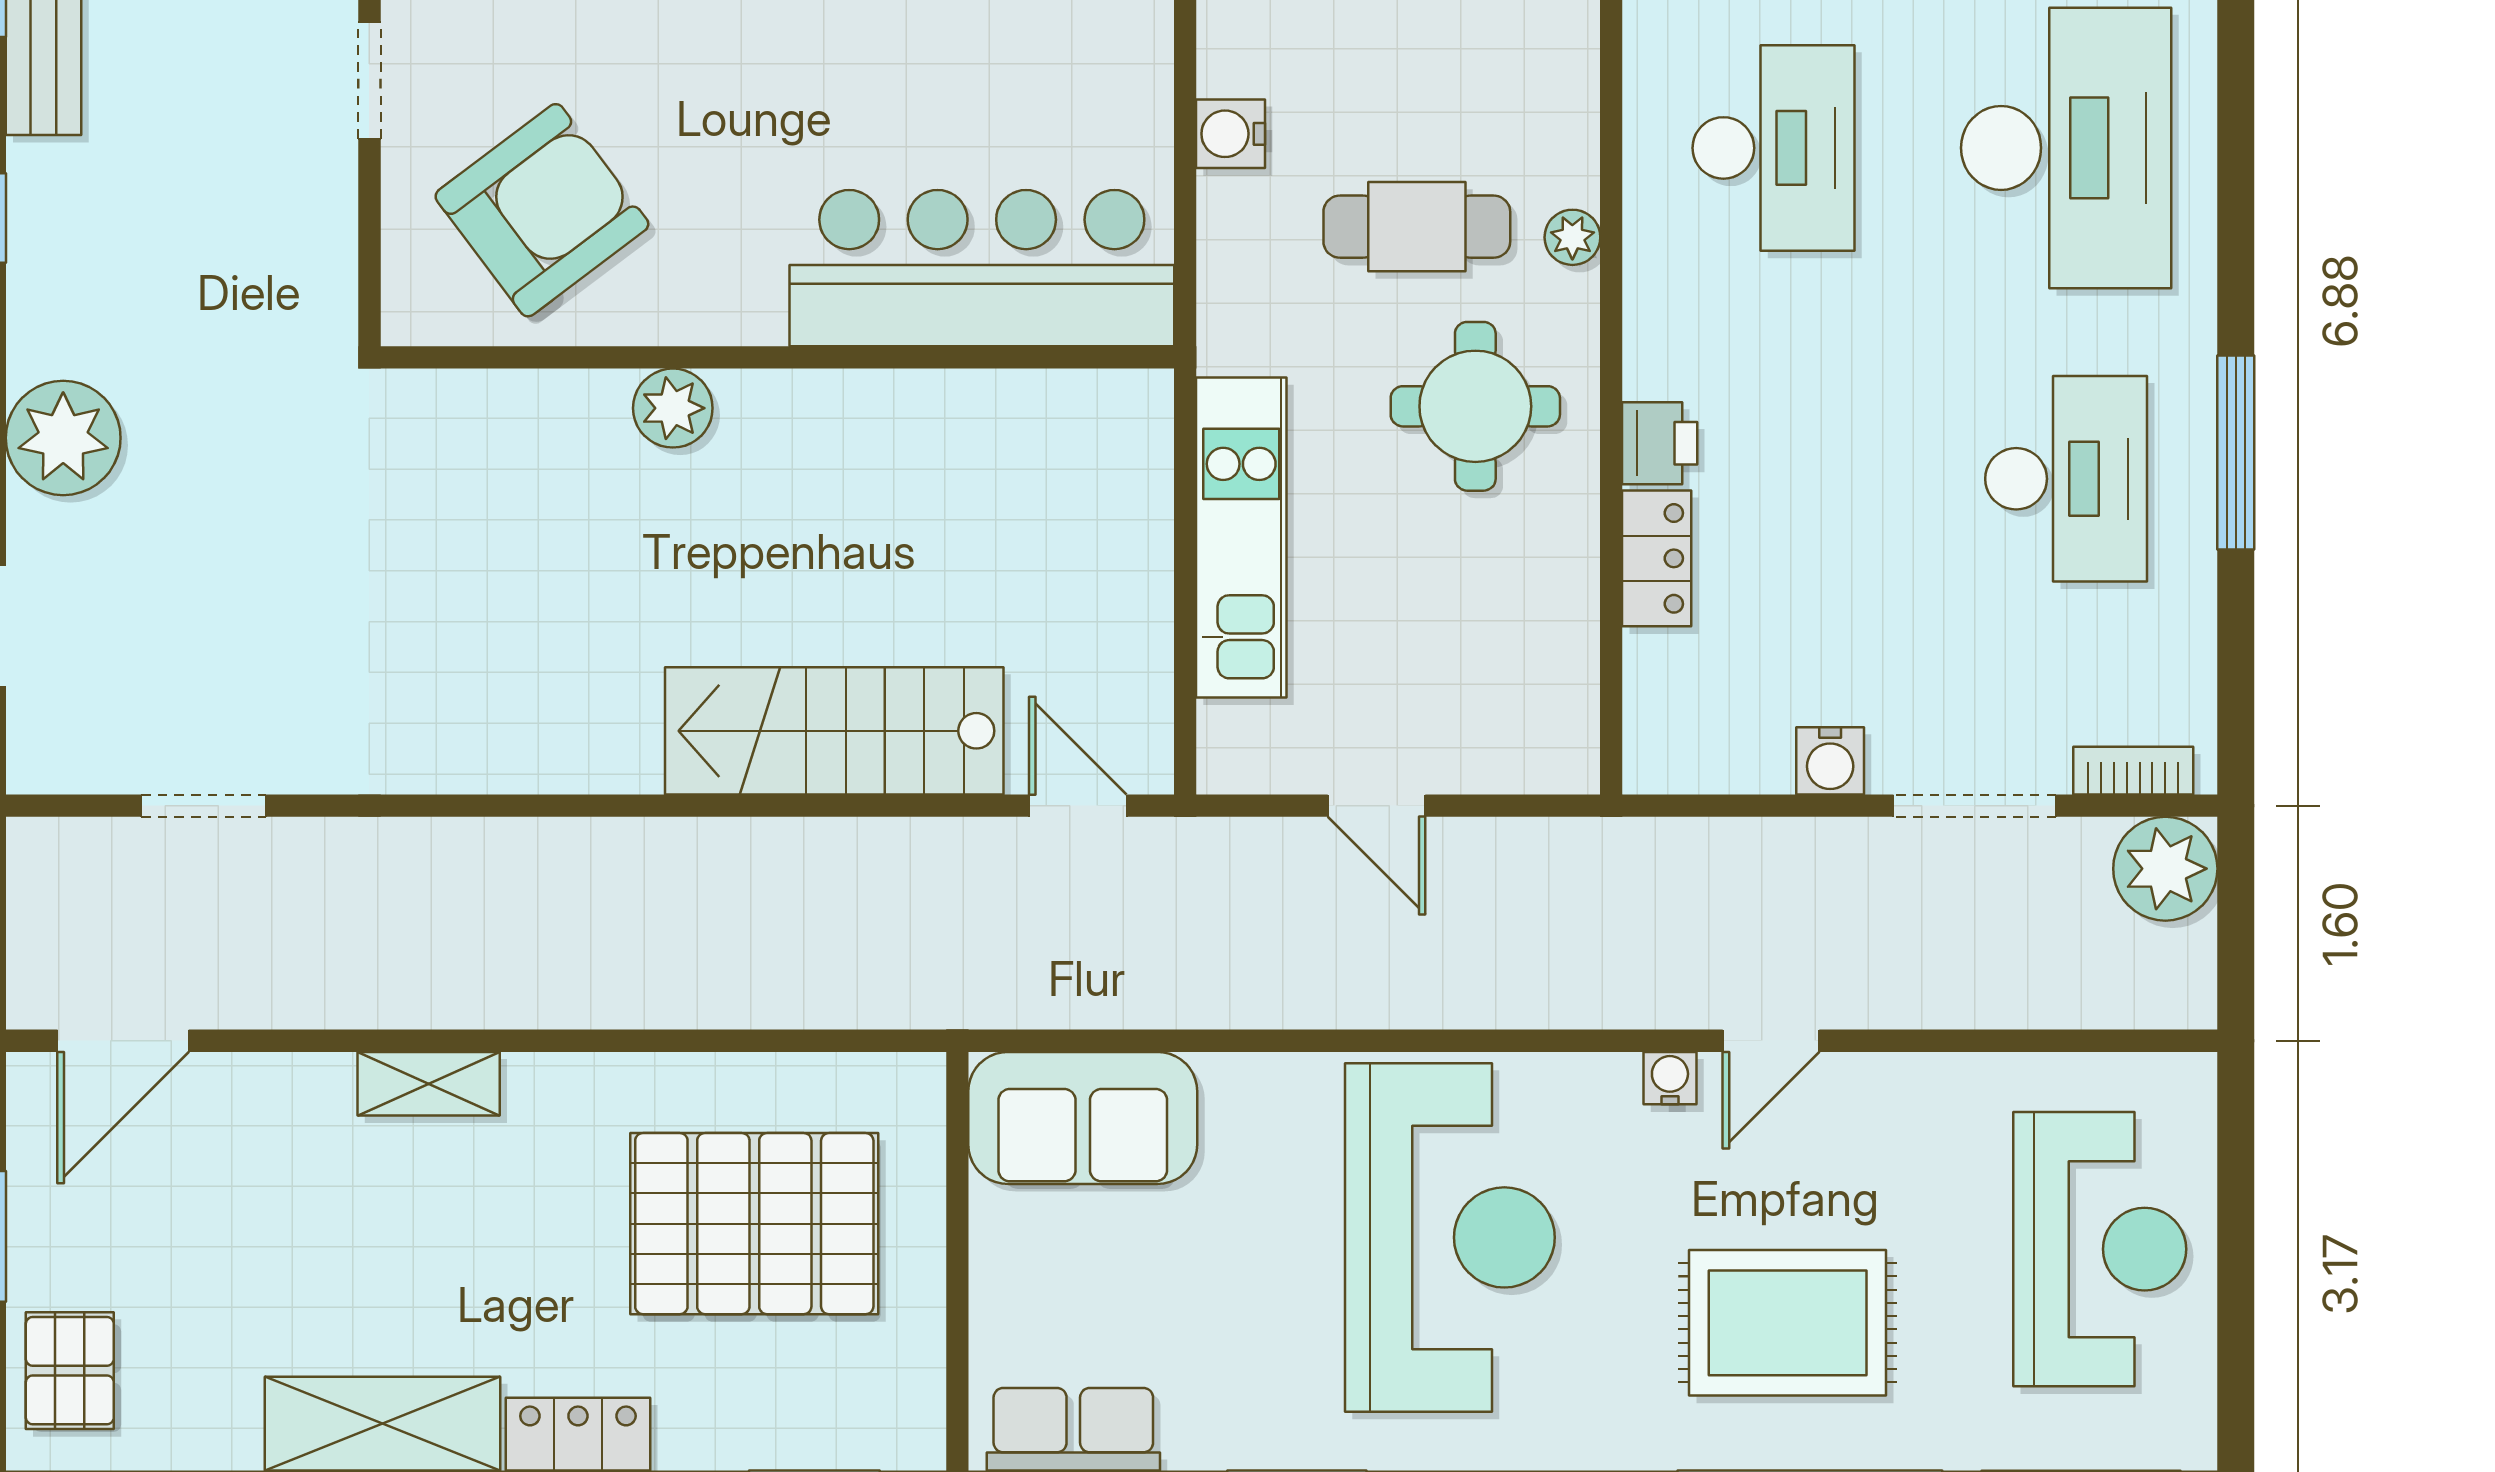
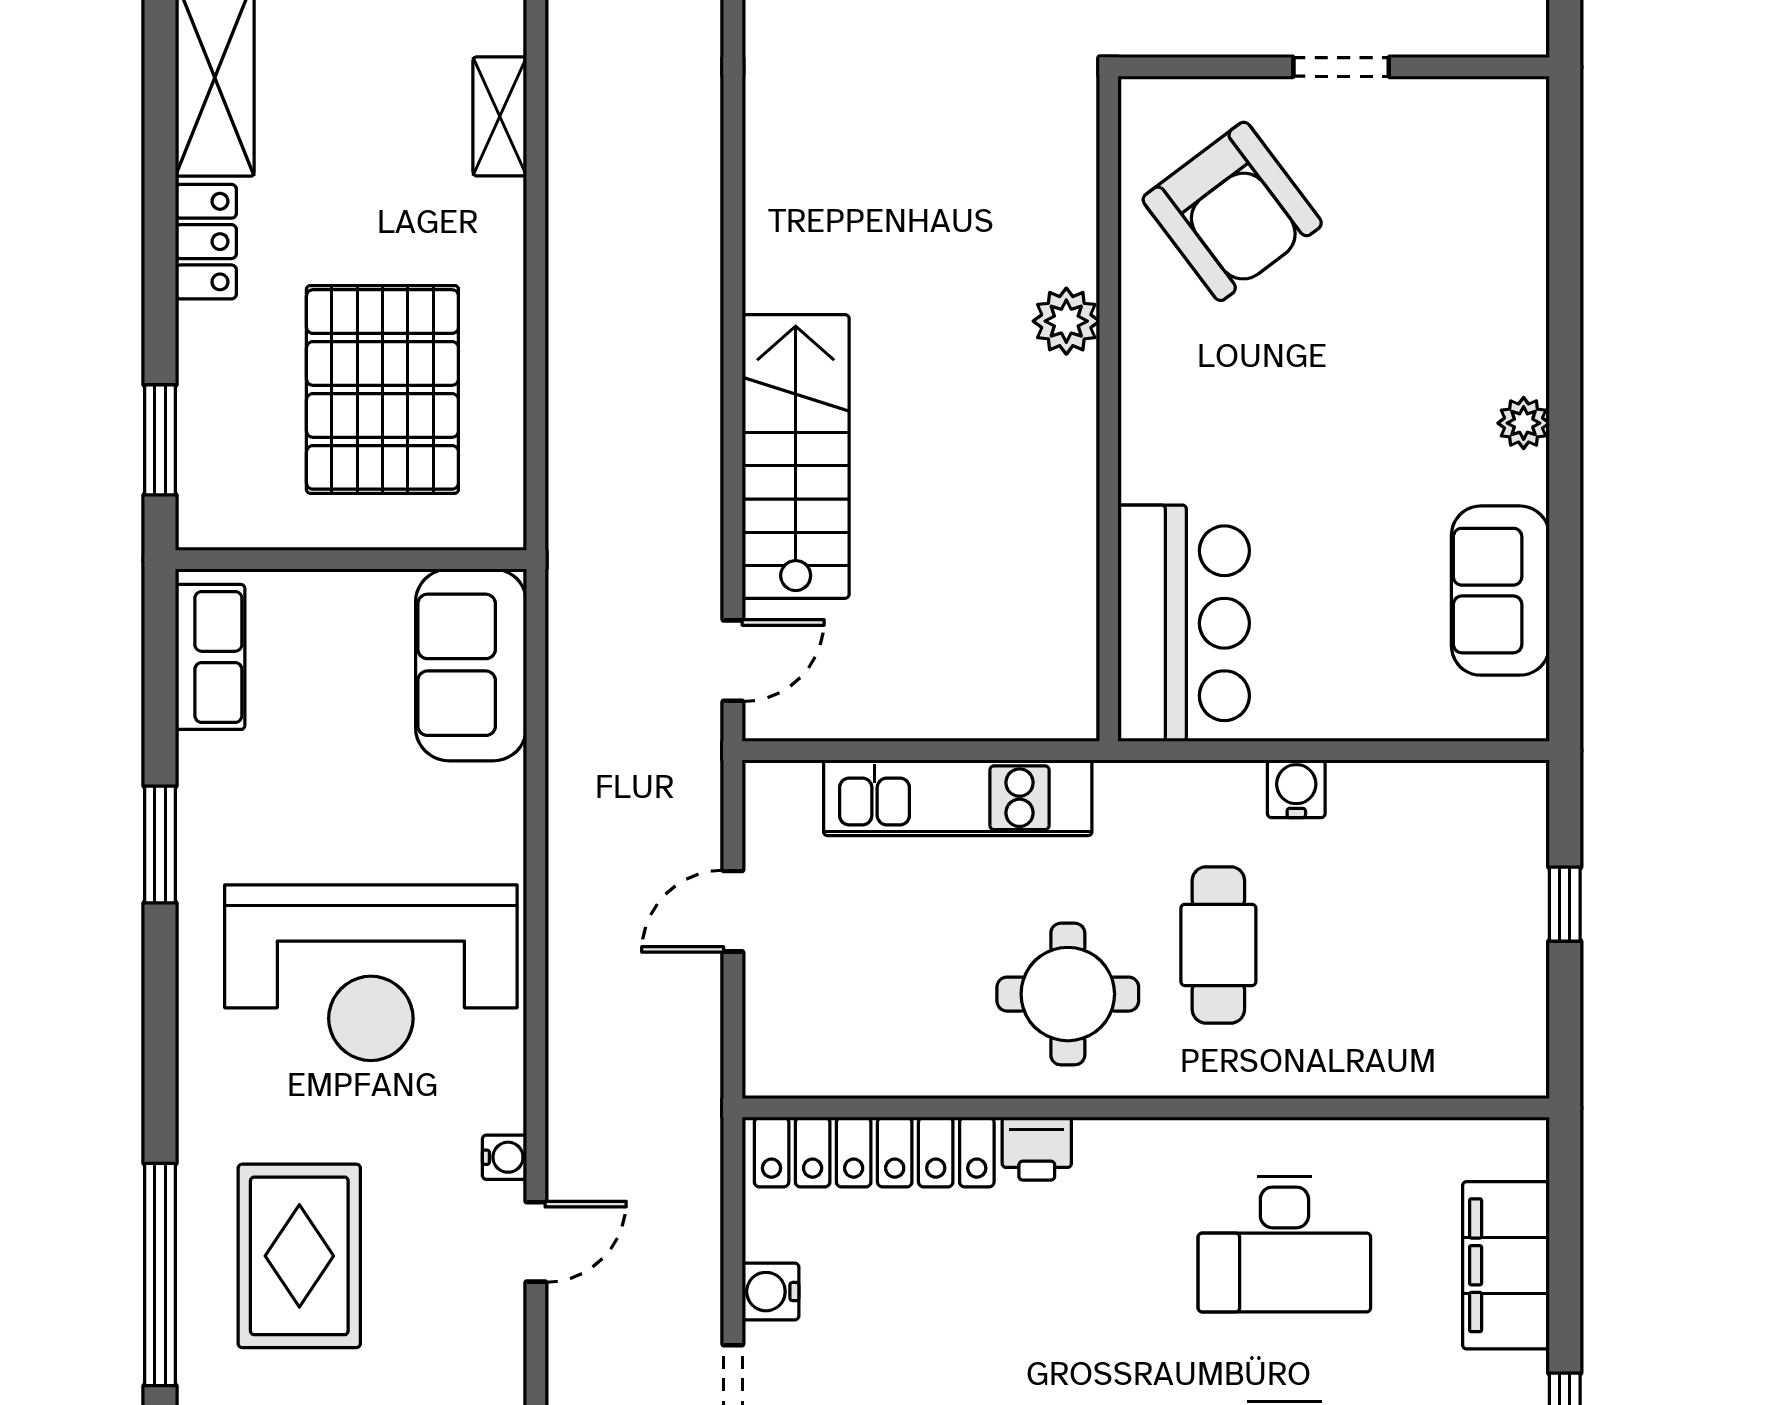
plant: (1572, 237) -> (1209, 1075), removed
bar counter: (982, 268) -> (1184, 623), width x0.73
locker: (1657, 558) -> (874, 1152), width x2.16, depth x1.21
door: (1771, 1041) -> (536, 1242), swing flipped

